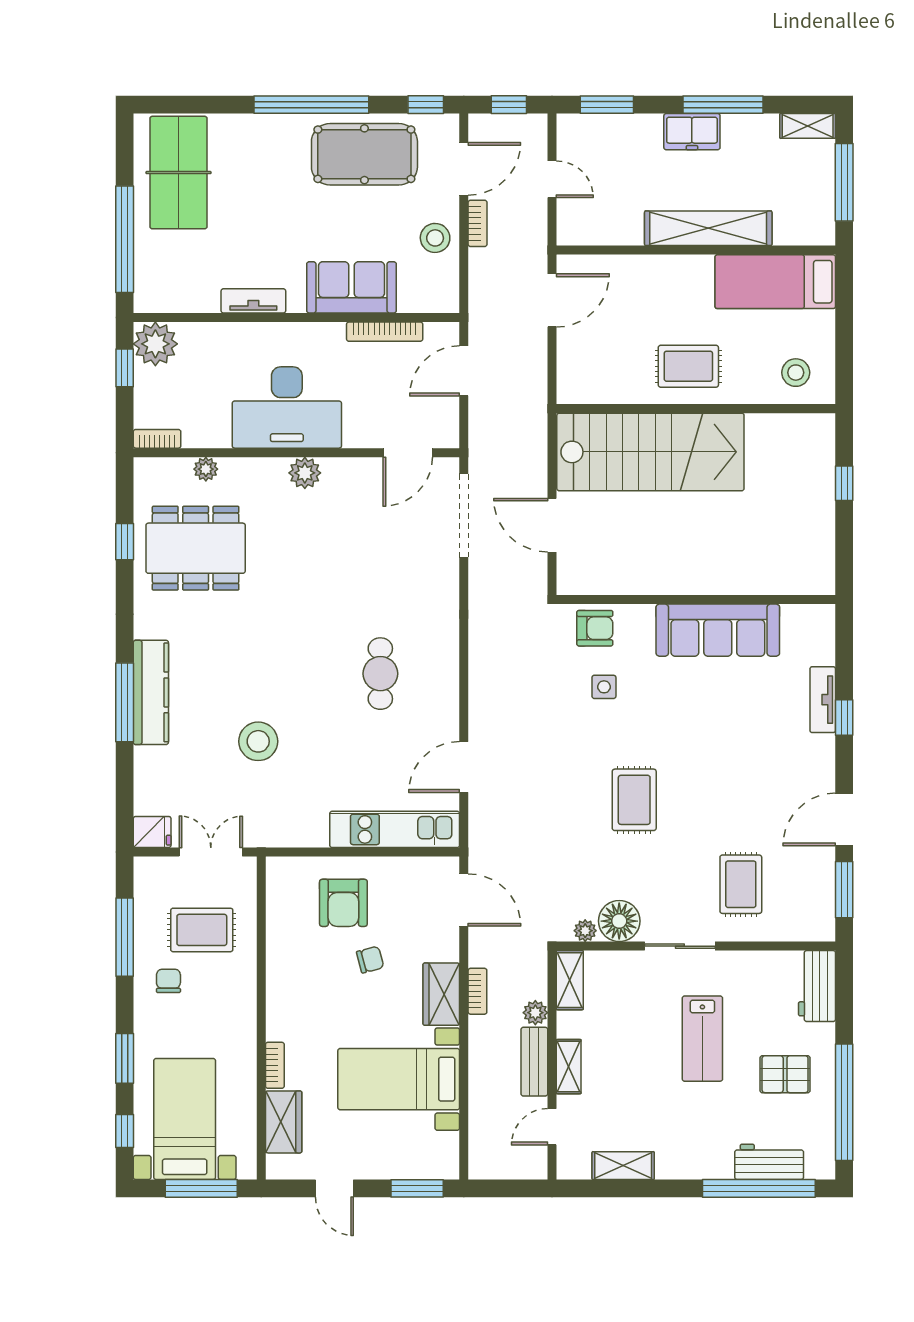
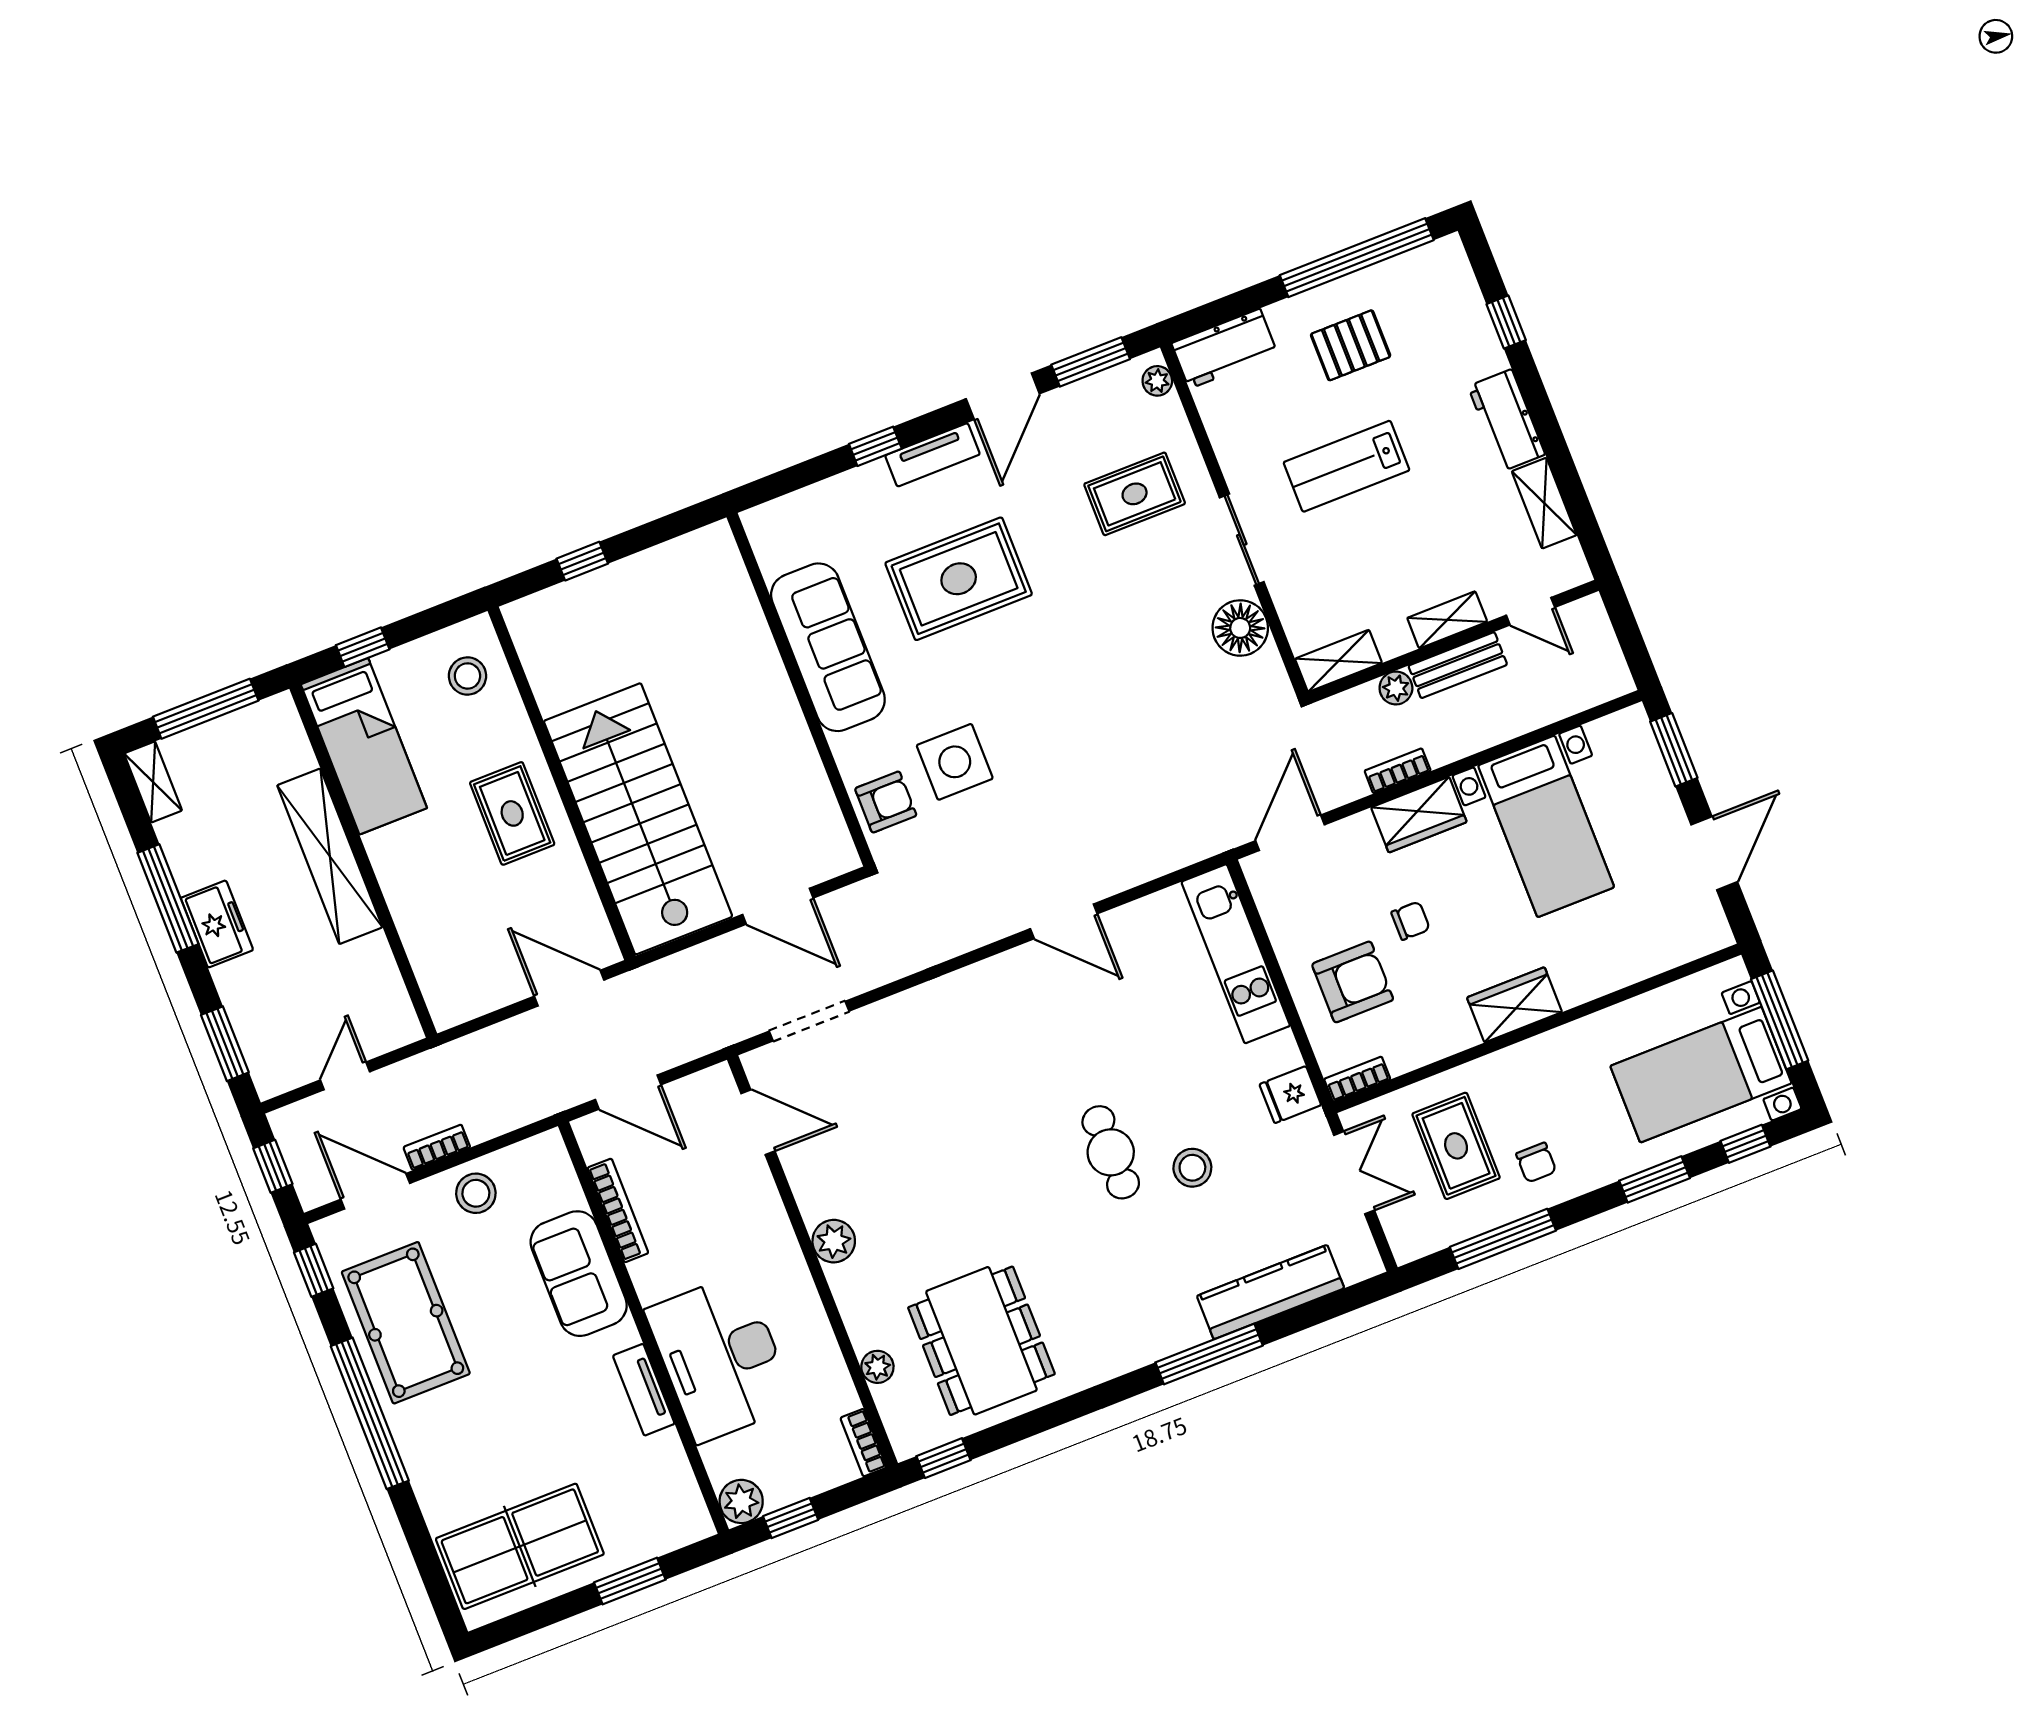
window: (125, 239) -> (630, 1581), width x0.47
door: (552, 300) -> (569, 988), moved
window: (844, 308) -> (363, 647), added
plant: (155, 344) -> (741, 1501), width x0.73, depth x0.73
desk: (287, 407) -> (720, 1358), moved, turned 180
doorway: (464, 516) -> (809, 1021), width x0.73
door: (552, 525) -> (778, 906), hinge flipped
window: (125, 542) -> (943, 1458), moved
armchair: (595, 628) -> (886, 802), turned 90
cafe table: (380, 674) -> (1111, 1152), moved, turned 90
side table: (604, 687) -> (955, 762), width x1.87, depth x1.87
kitchen counter: (151, 692) -> (1271, 1292), moved
tv unit: (823, 700) -> (933, 455), moved
stool: (258, 741) -> (1192, 1168), width x0.73, depth x0.73
door: (464, 767) -> (1064, 921), moved
rug: (634, 800) -> (959, 579), moved, width x1.36, depth x1.43
door: (844, 819) -> (1003, 396), hinge flipped
fridge: (152, 832) -> (1290, 1095), moved, turned -90
double door: (211, 852) -> (1354, 1173), swing flipped
plant: (585, 931) -> (1157, 381), moved
chair: (370, 960) -> (1411, 921), turned 105
chair: (168, 981) -> (1536, 1163), turned -90
lab bench: (702, 1039) -> (1347, 466), turned 180
bookcase: (275, 1065) -> (1357, 1079), moved
pallet: (785, 1074) -> (1351, 345), turned 90
wardrobe: (284, 1122) -> (1514, 1005), moved
workbench: (769, 1162) -> (1506, 420), moved
door: (334, 1188) -> (1714, 853), width x1.38
window: (759, 1188) -> (1506, 322), width x0.32

